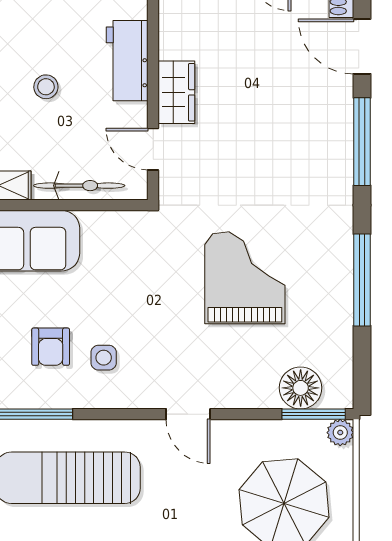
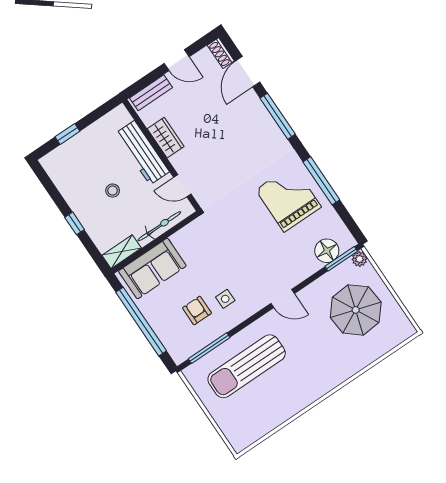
door: (362, 46) -> (248, 72), hinge flipped
workbench: (127, 61) -> (142, 153), width x1.38
wardrobe: (176, 92) -> (166, 138), moved
grand piano: (245, 278) -> (288, 198), moved
armchair: (51, 347) -> (197, 310), turned 180

